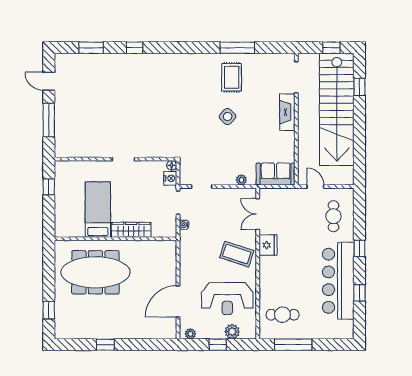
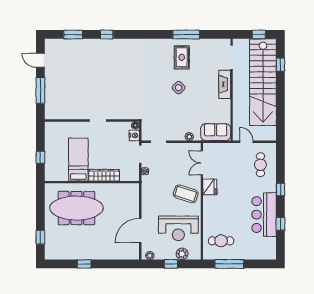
window: (49, 187) -> (40, 157), moved
bar counter: (338, 281) -> (264, 215), width x0.73

